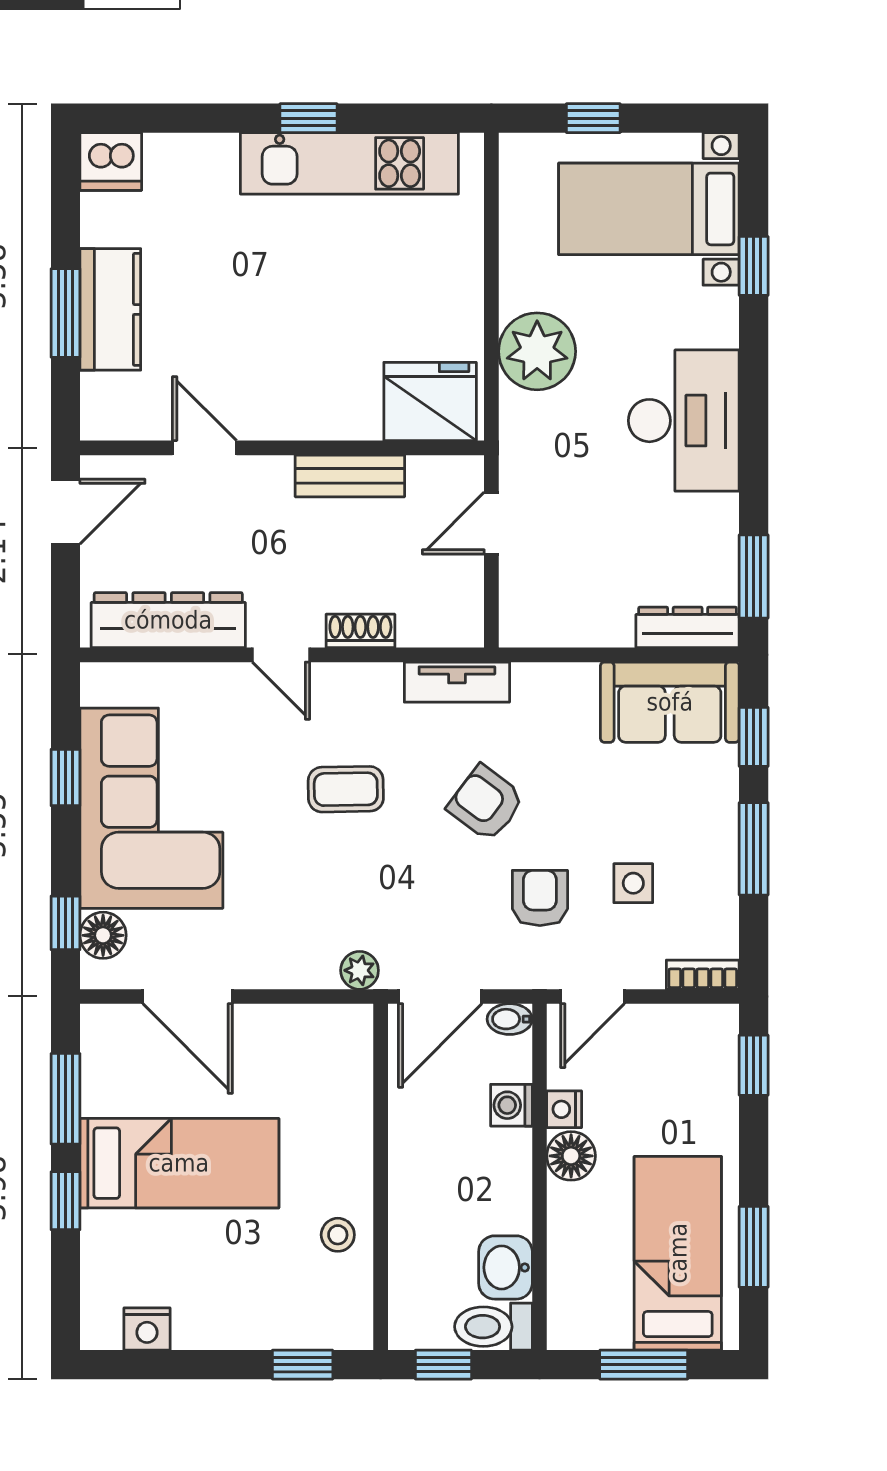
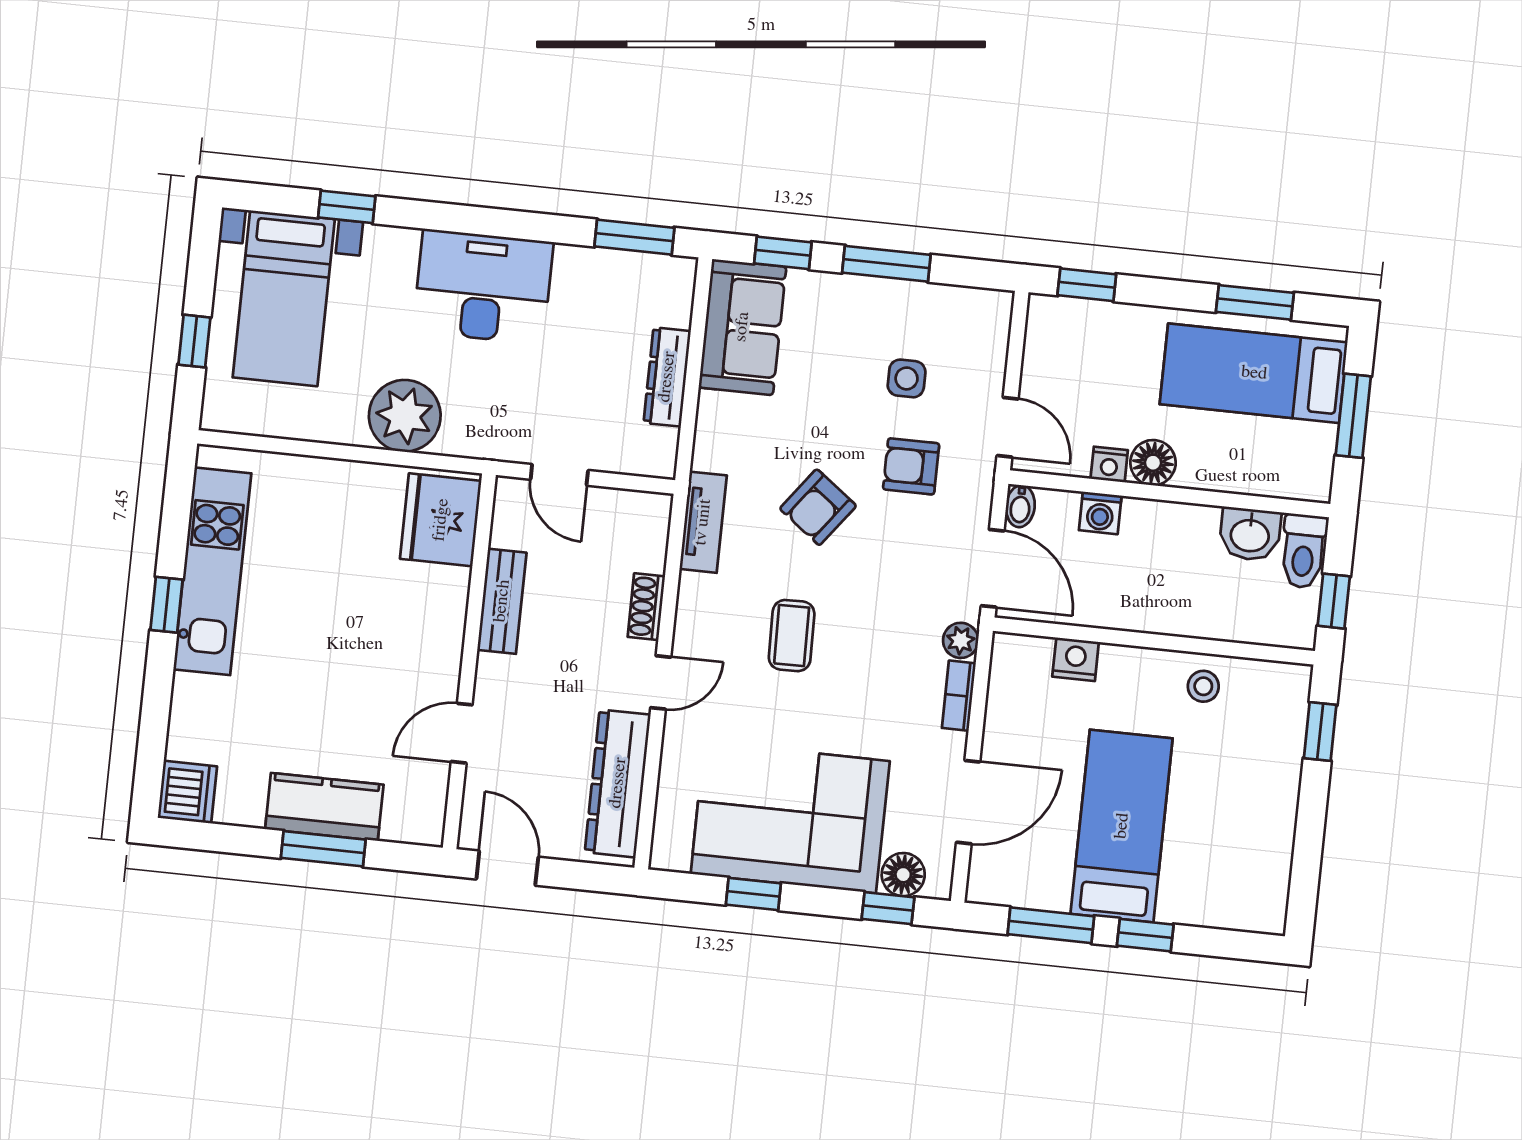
dresser: (688, 627) -> (667, 377), moved
bookcase: (703, 975) -> (959, 696), moved
nightstand: (147, 1329) -> (1076, 659), moved, turned -90

